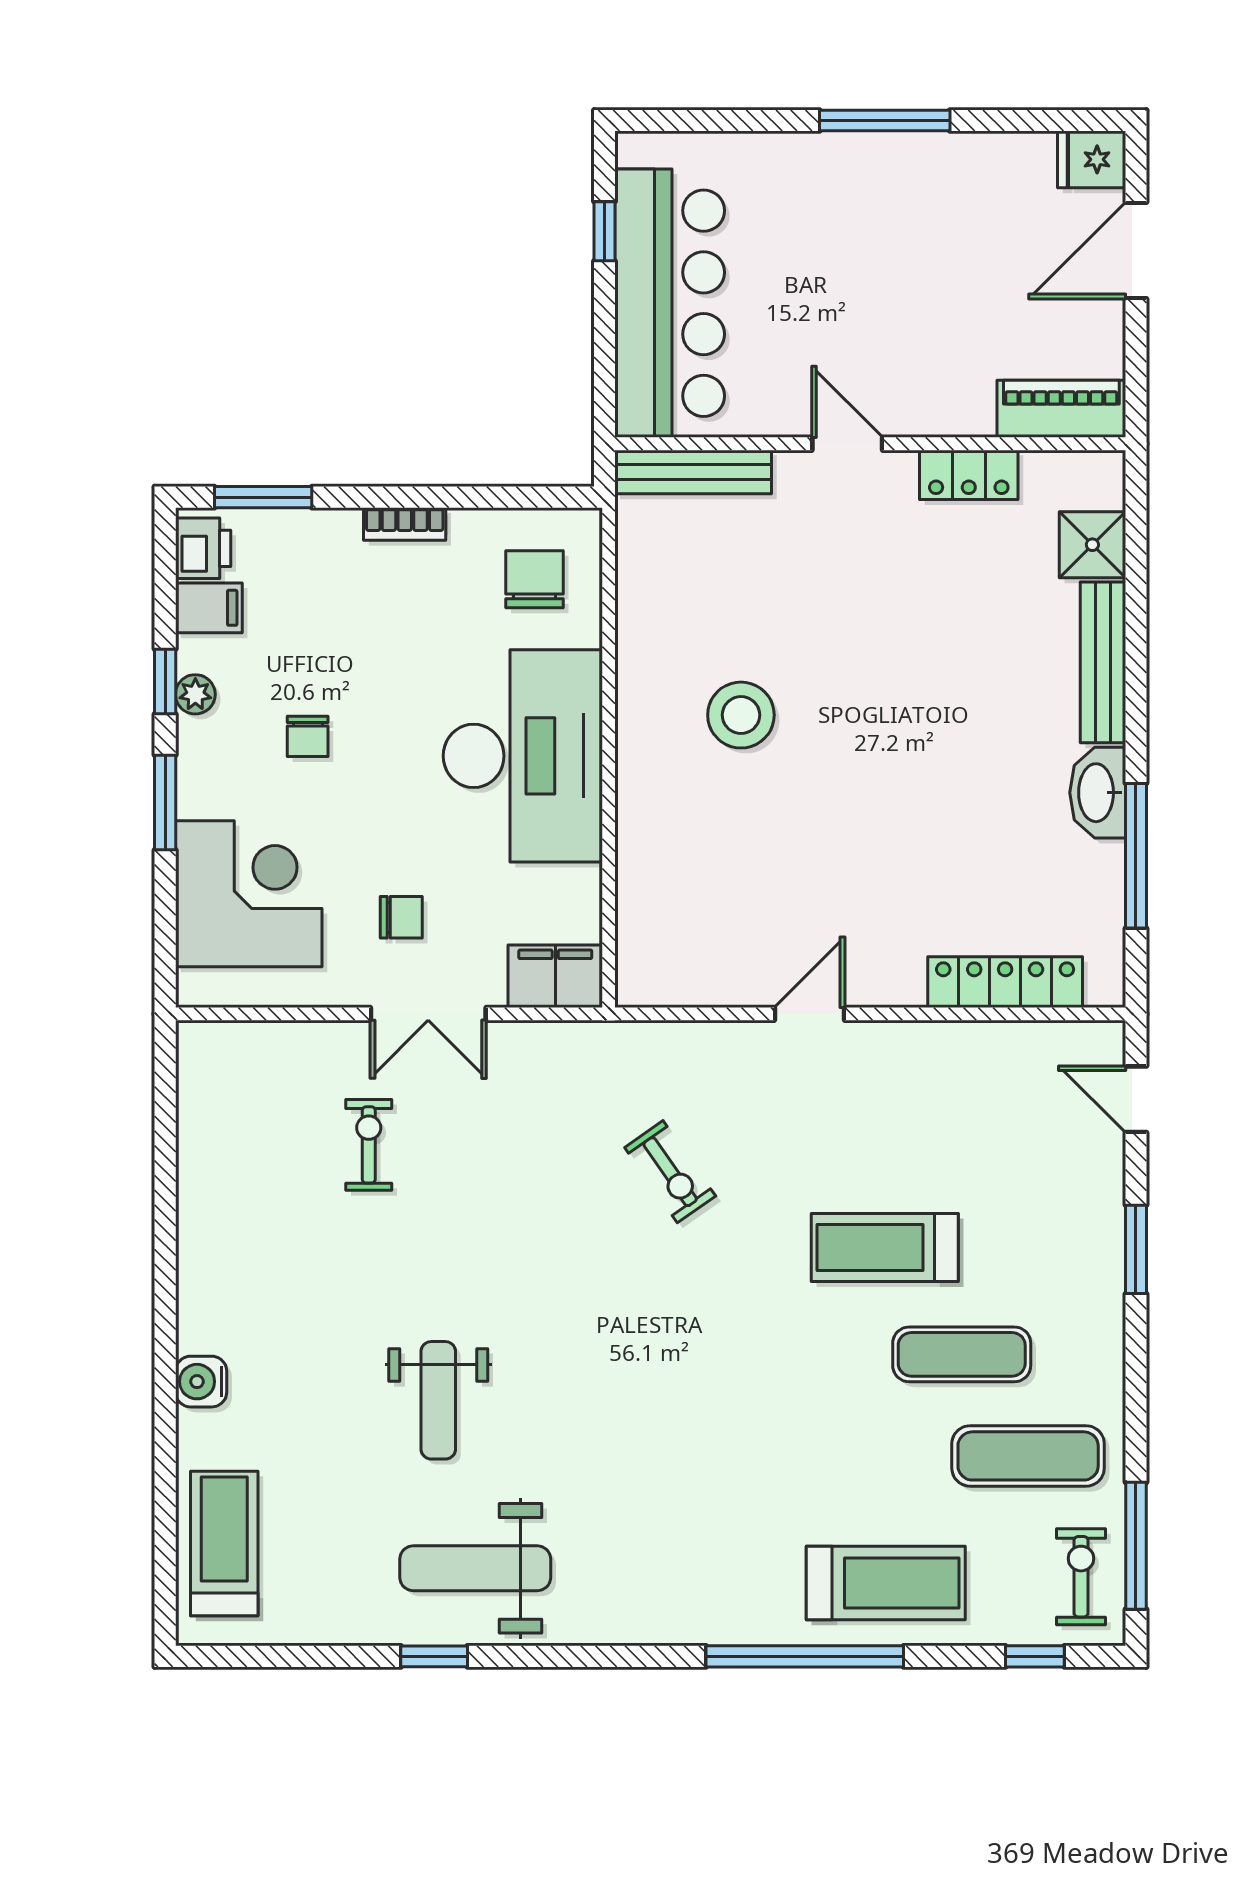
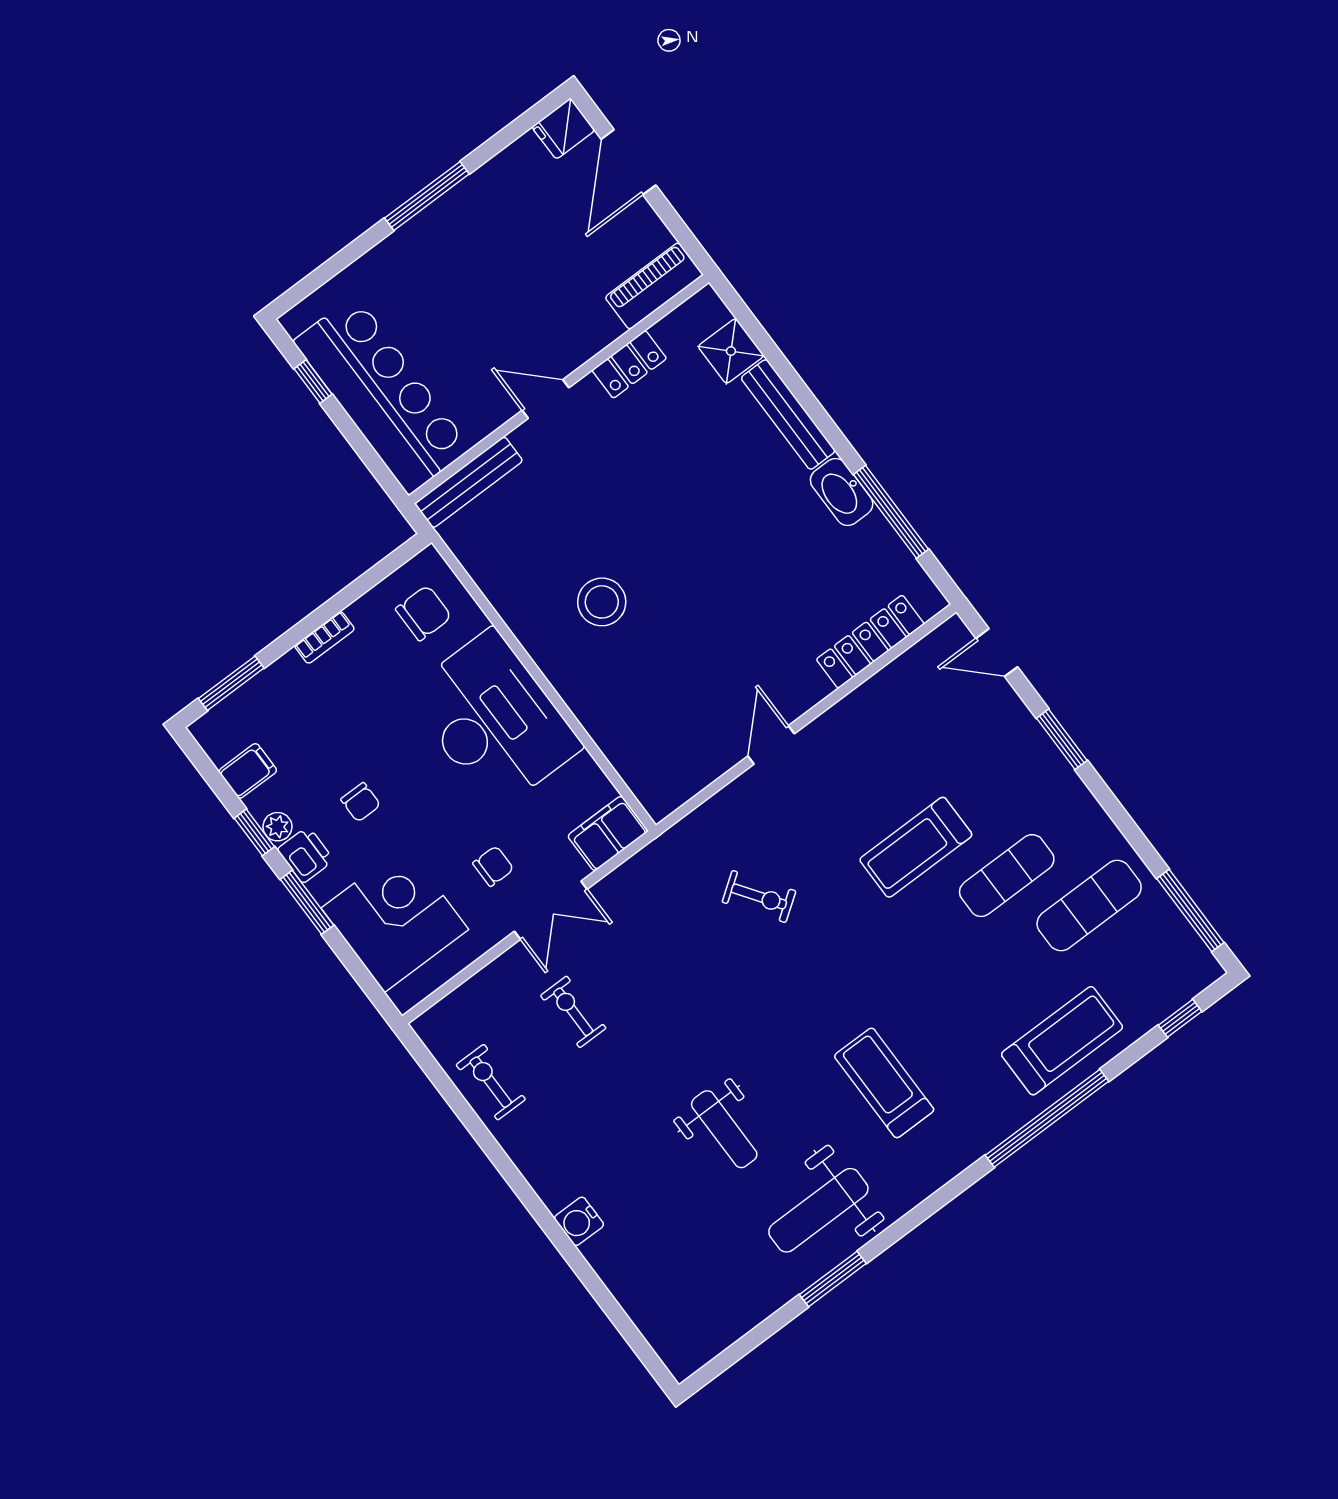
printer: (203, 548) -> (306, 855), moved
chair: (535, 579) -> (424, 613), turned 90
treadmill: (224, 1544) -> (884, 1083), moved
exercise bike: (1081, 1577) -> (491, 1082), moved
window: (434, 1656) -> (833, 1279), width x1.50

